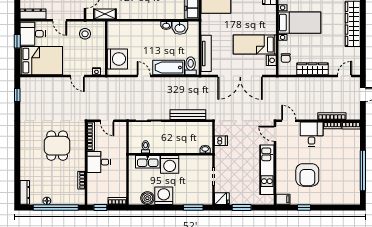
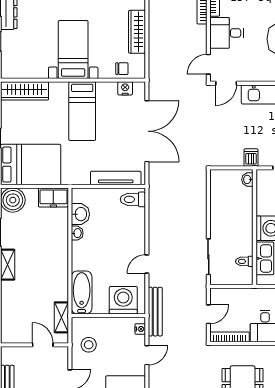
bed: (255, 45) -> (82, 111), moved
bathtub: (169, 68) -> (82, 292), moved, turned 180
bench: (188, 115) -> (155, 312), moved
dishwasher: (221, 141) -> (251, 158), moved

